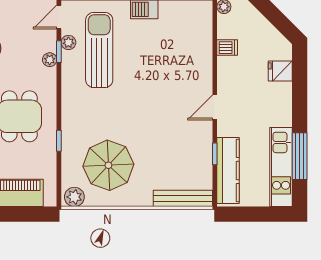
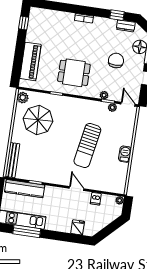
sun lounger: (99, 50) -> (87, 145), moved, turned 100
door: (215, 107) -> (77, 189), moved

